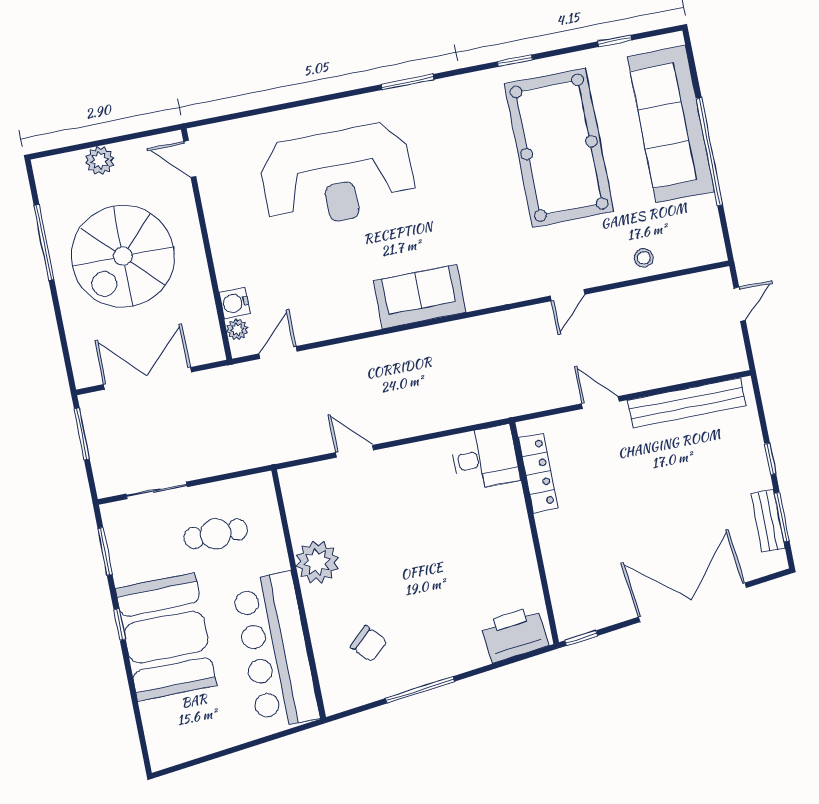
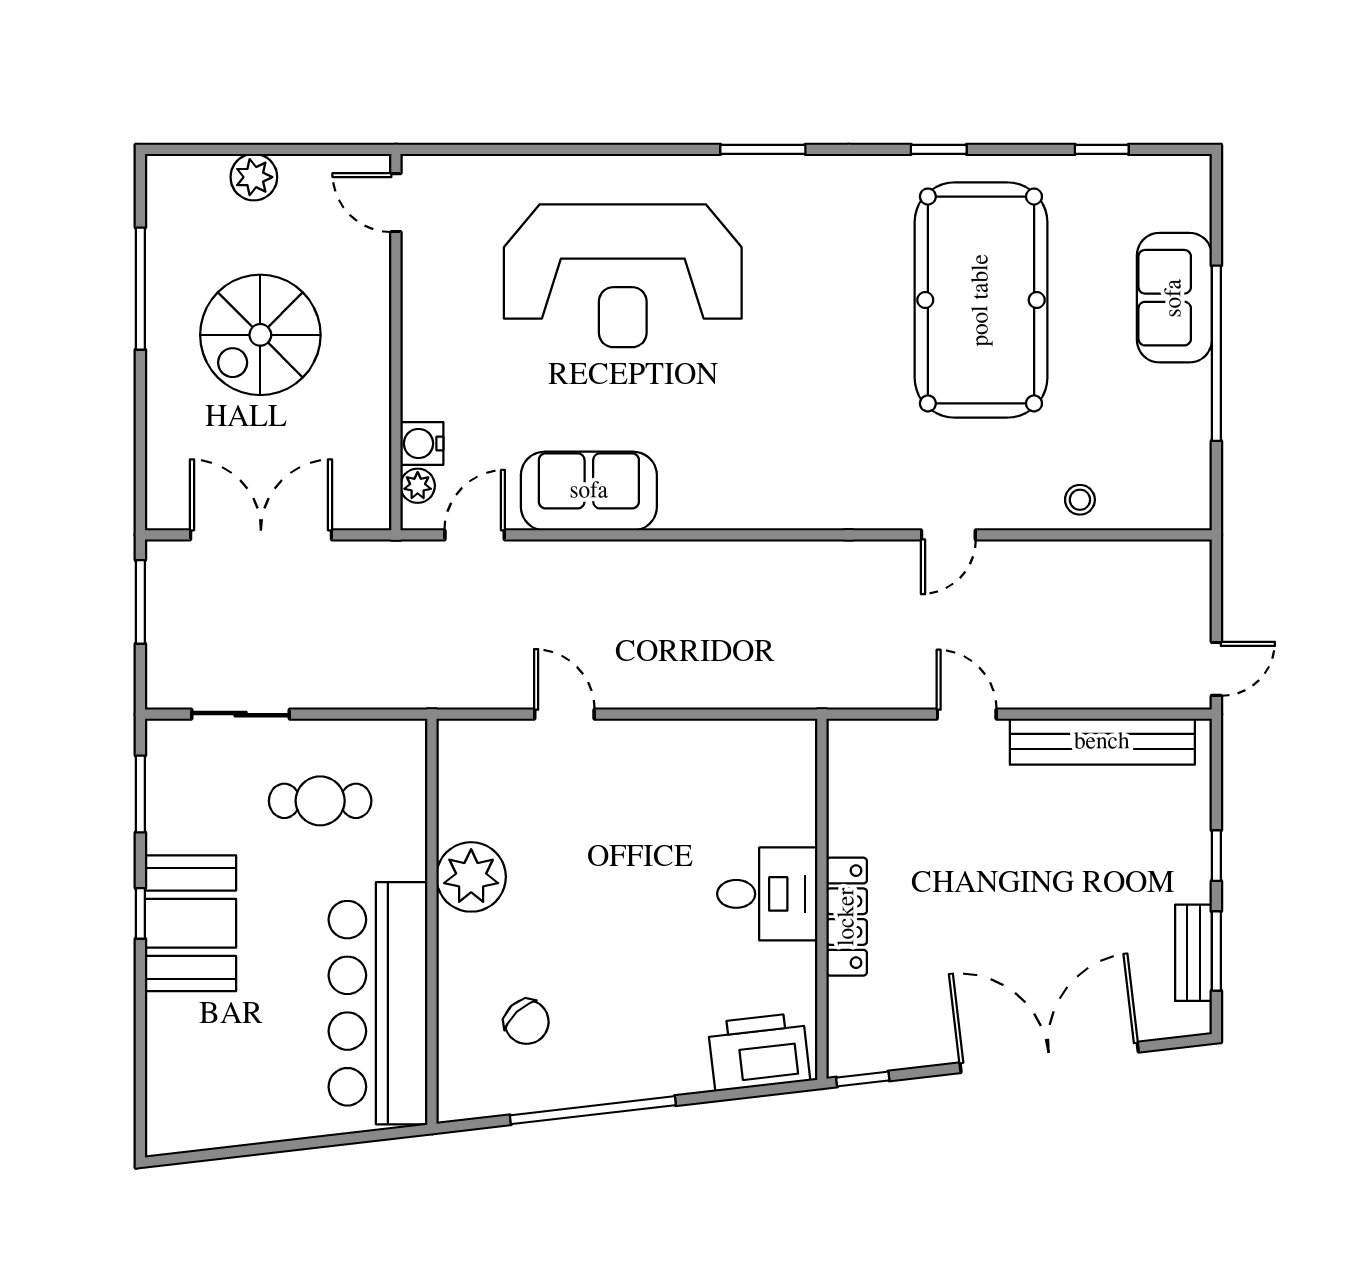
sofa: (671, 124) -> (1174, 298), width x0.54, depth x0.79
spiral stairs: (123, 256) -> (260, 335), width x0.73, depth x0.73
sofa: (420, 297) -> (589, 491), moved
door: (740, 304) -> (1216, 669), moved
desk: (485, 458) -> (767, 894), moved
locker: (538, 473) -> (847, 917), moved
booth: (166, 637) -> (191, 923), width x0.73, depth x0.70
window: (420, 690) -> (593, 1110), width x1.46

